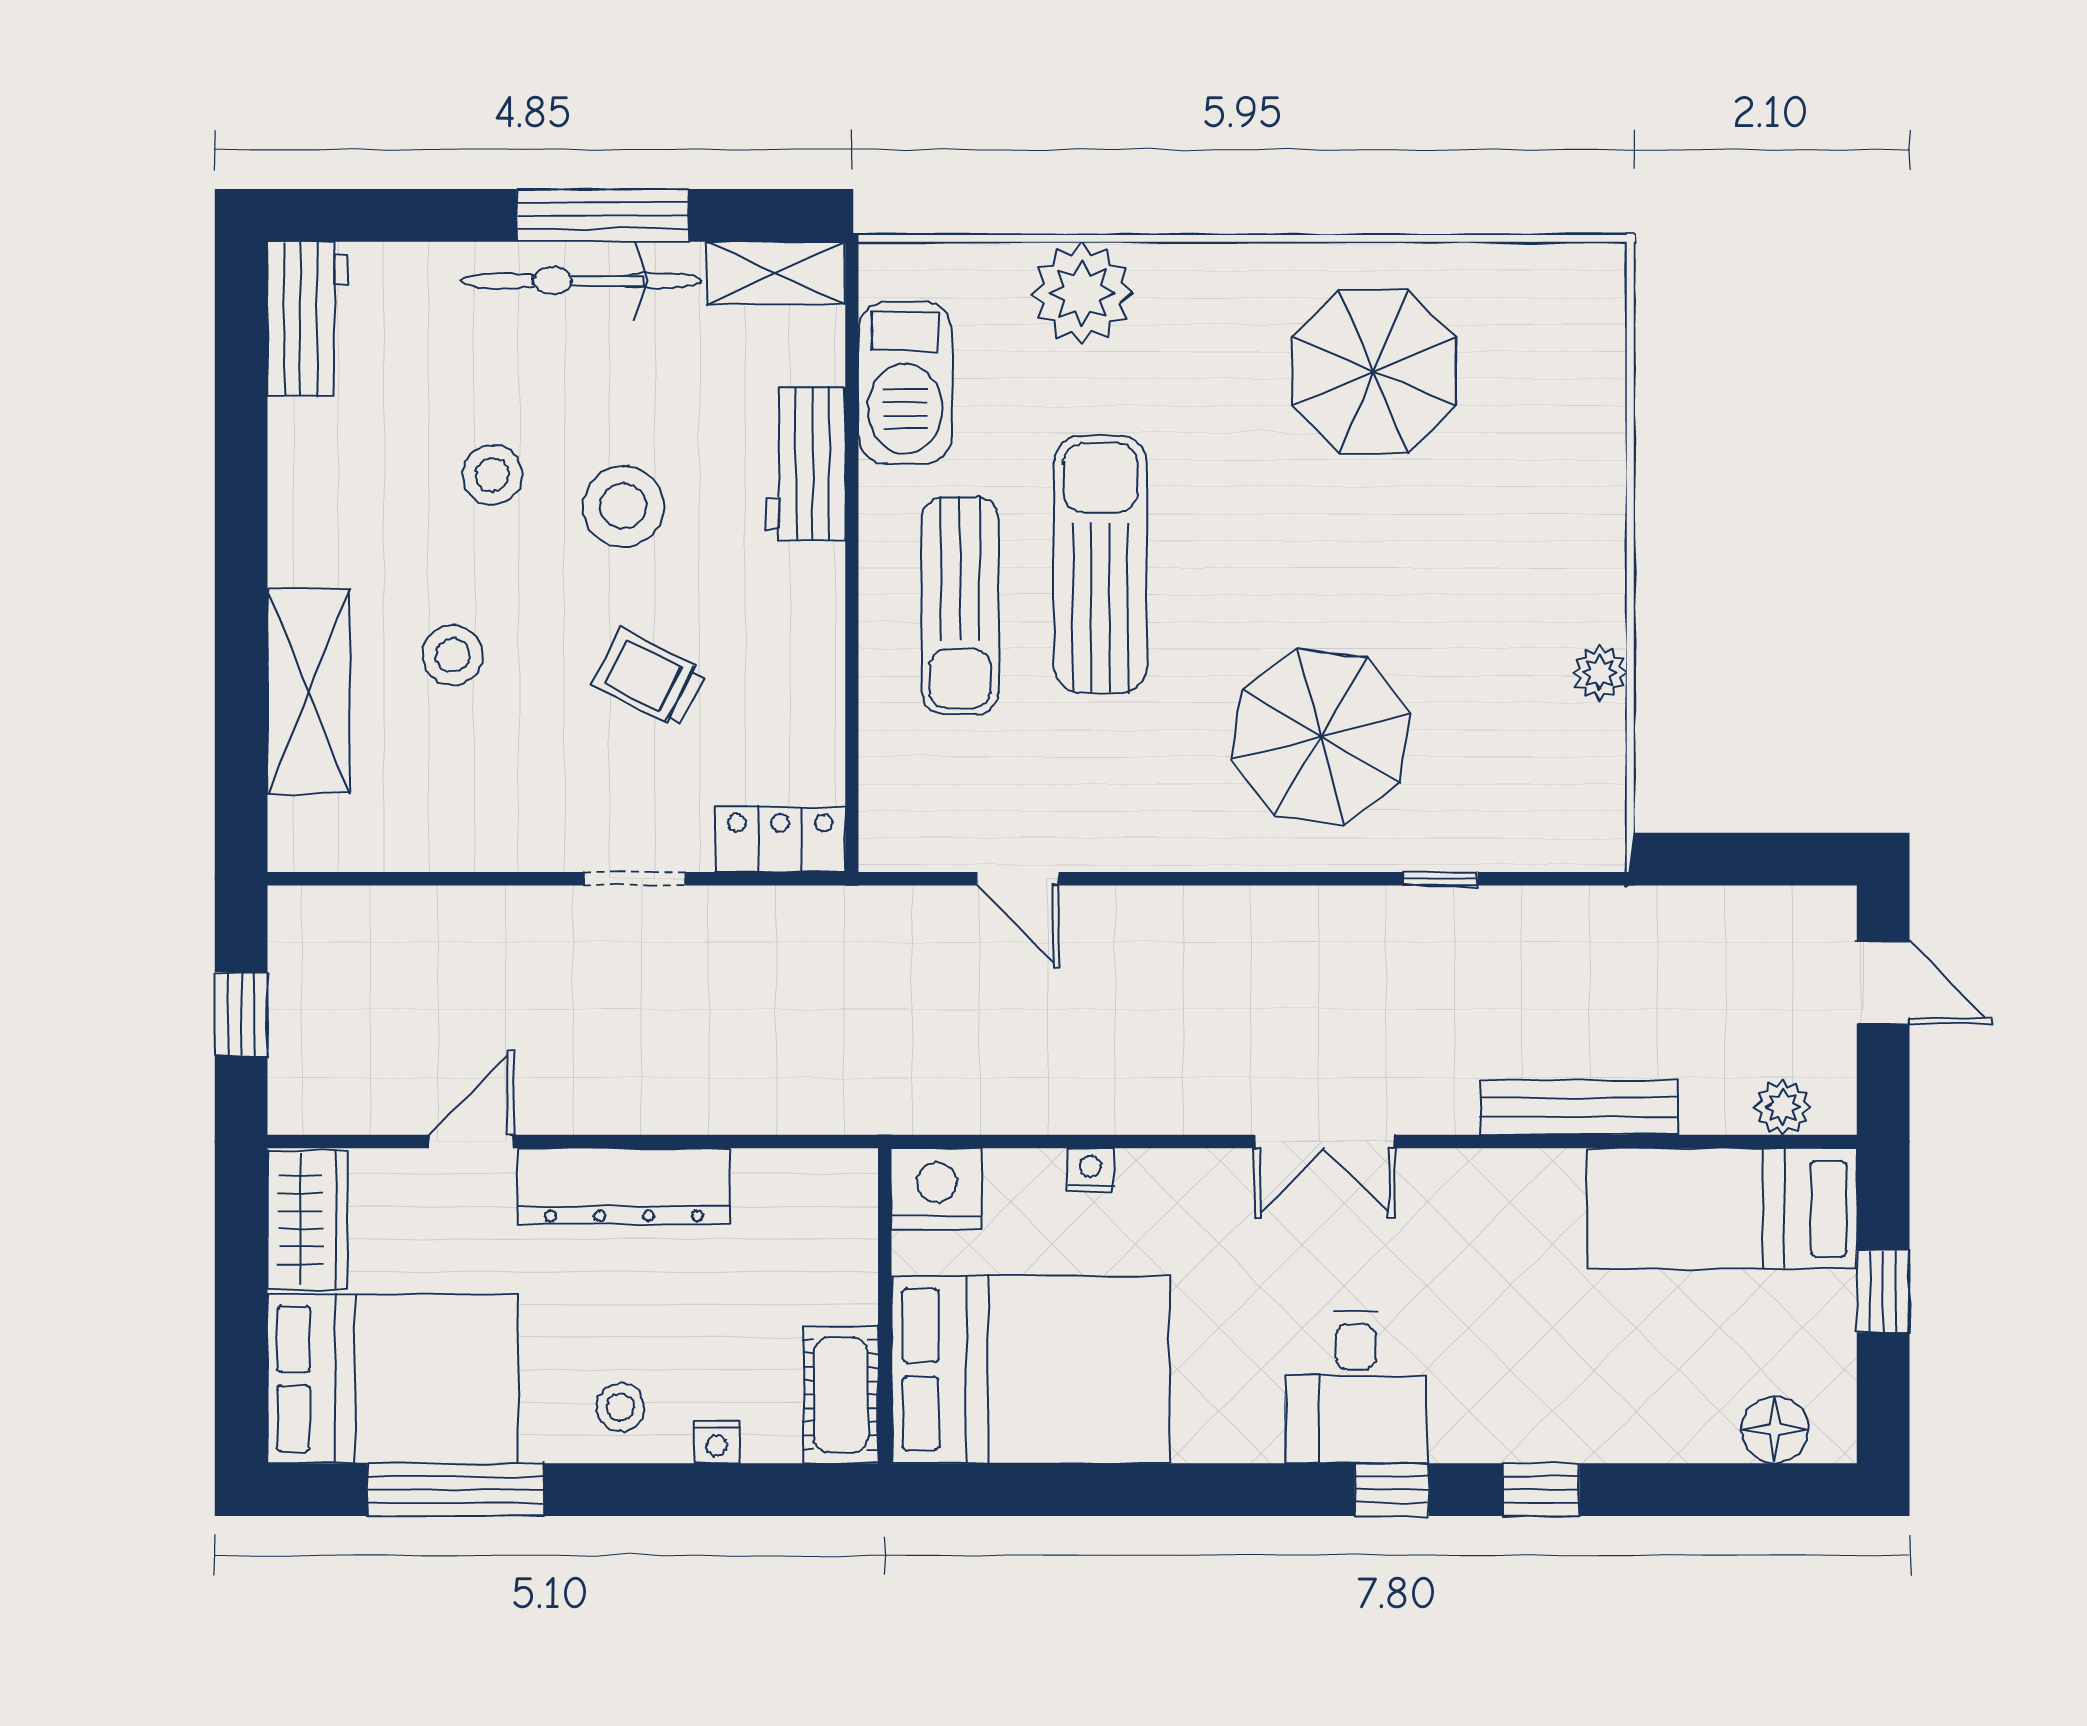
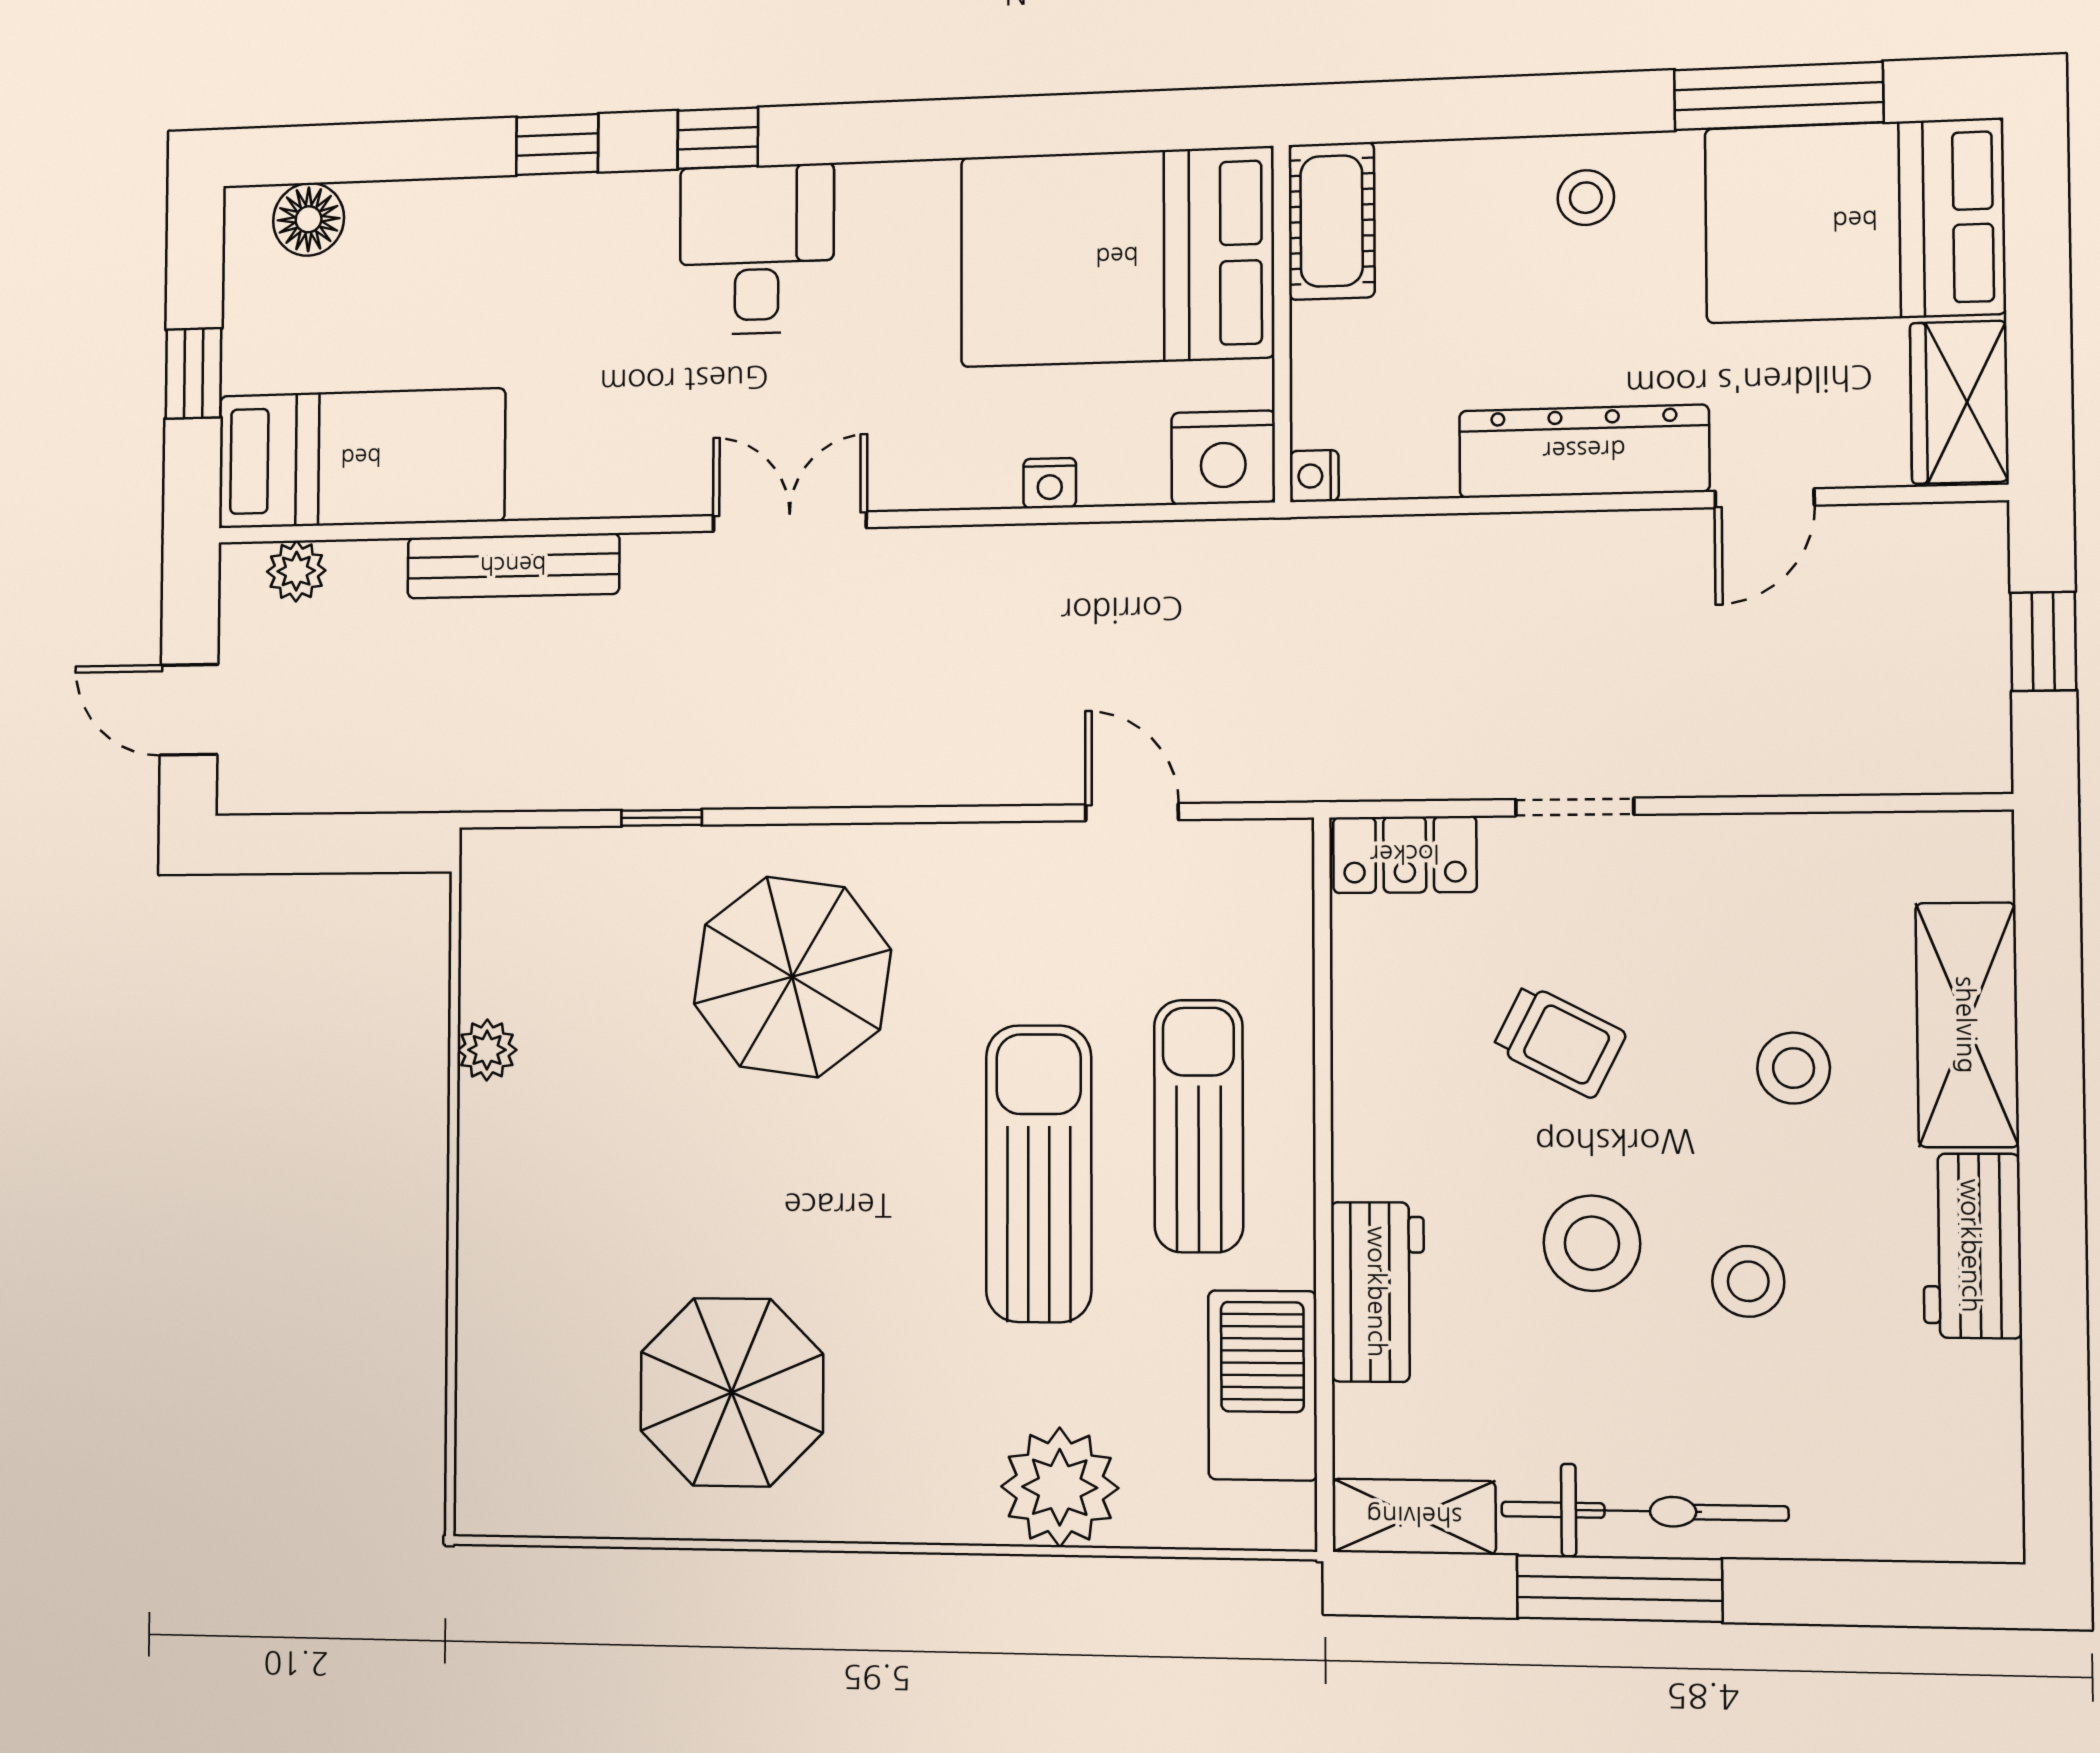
workbench: (307, 319) -> (1972, 1246), moved
sun lounger: (1100, 564) -> (1039, 1174), turned 180
nightstand: (717, 1442) -> (1314, 476), moved, turned -90

